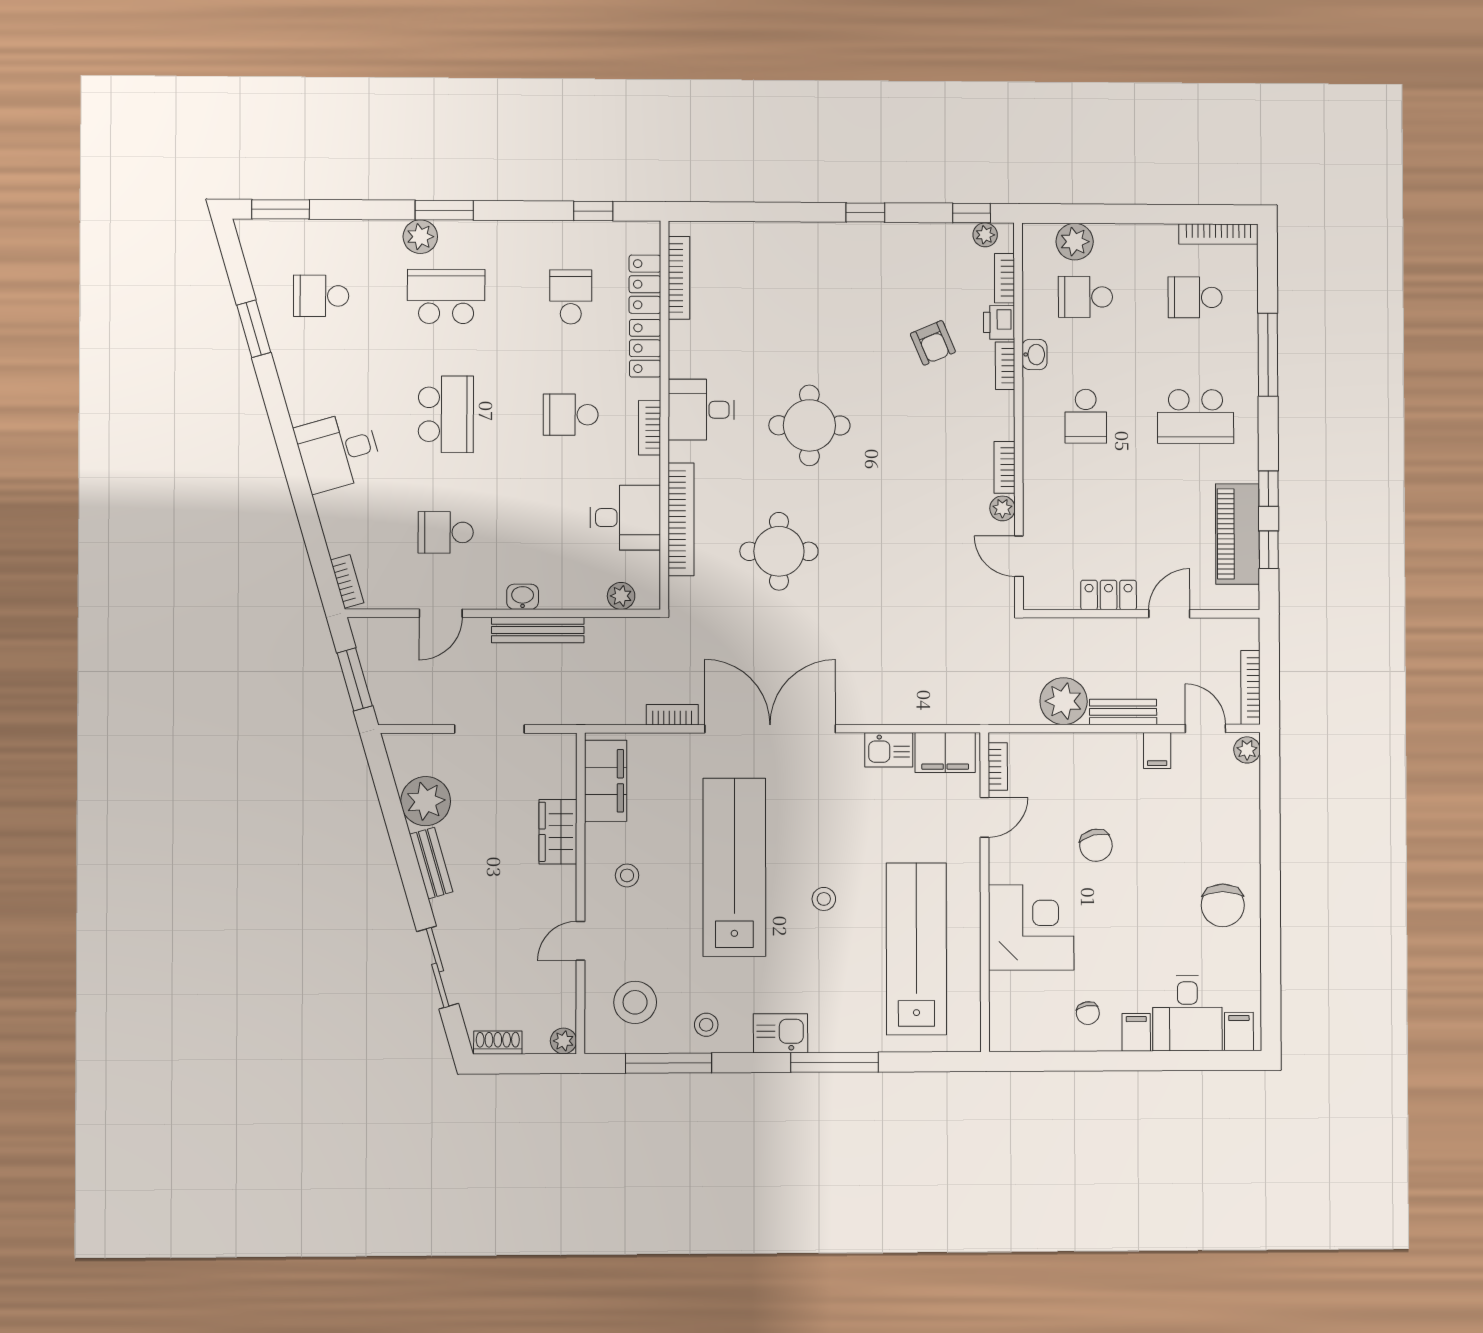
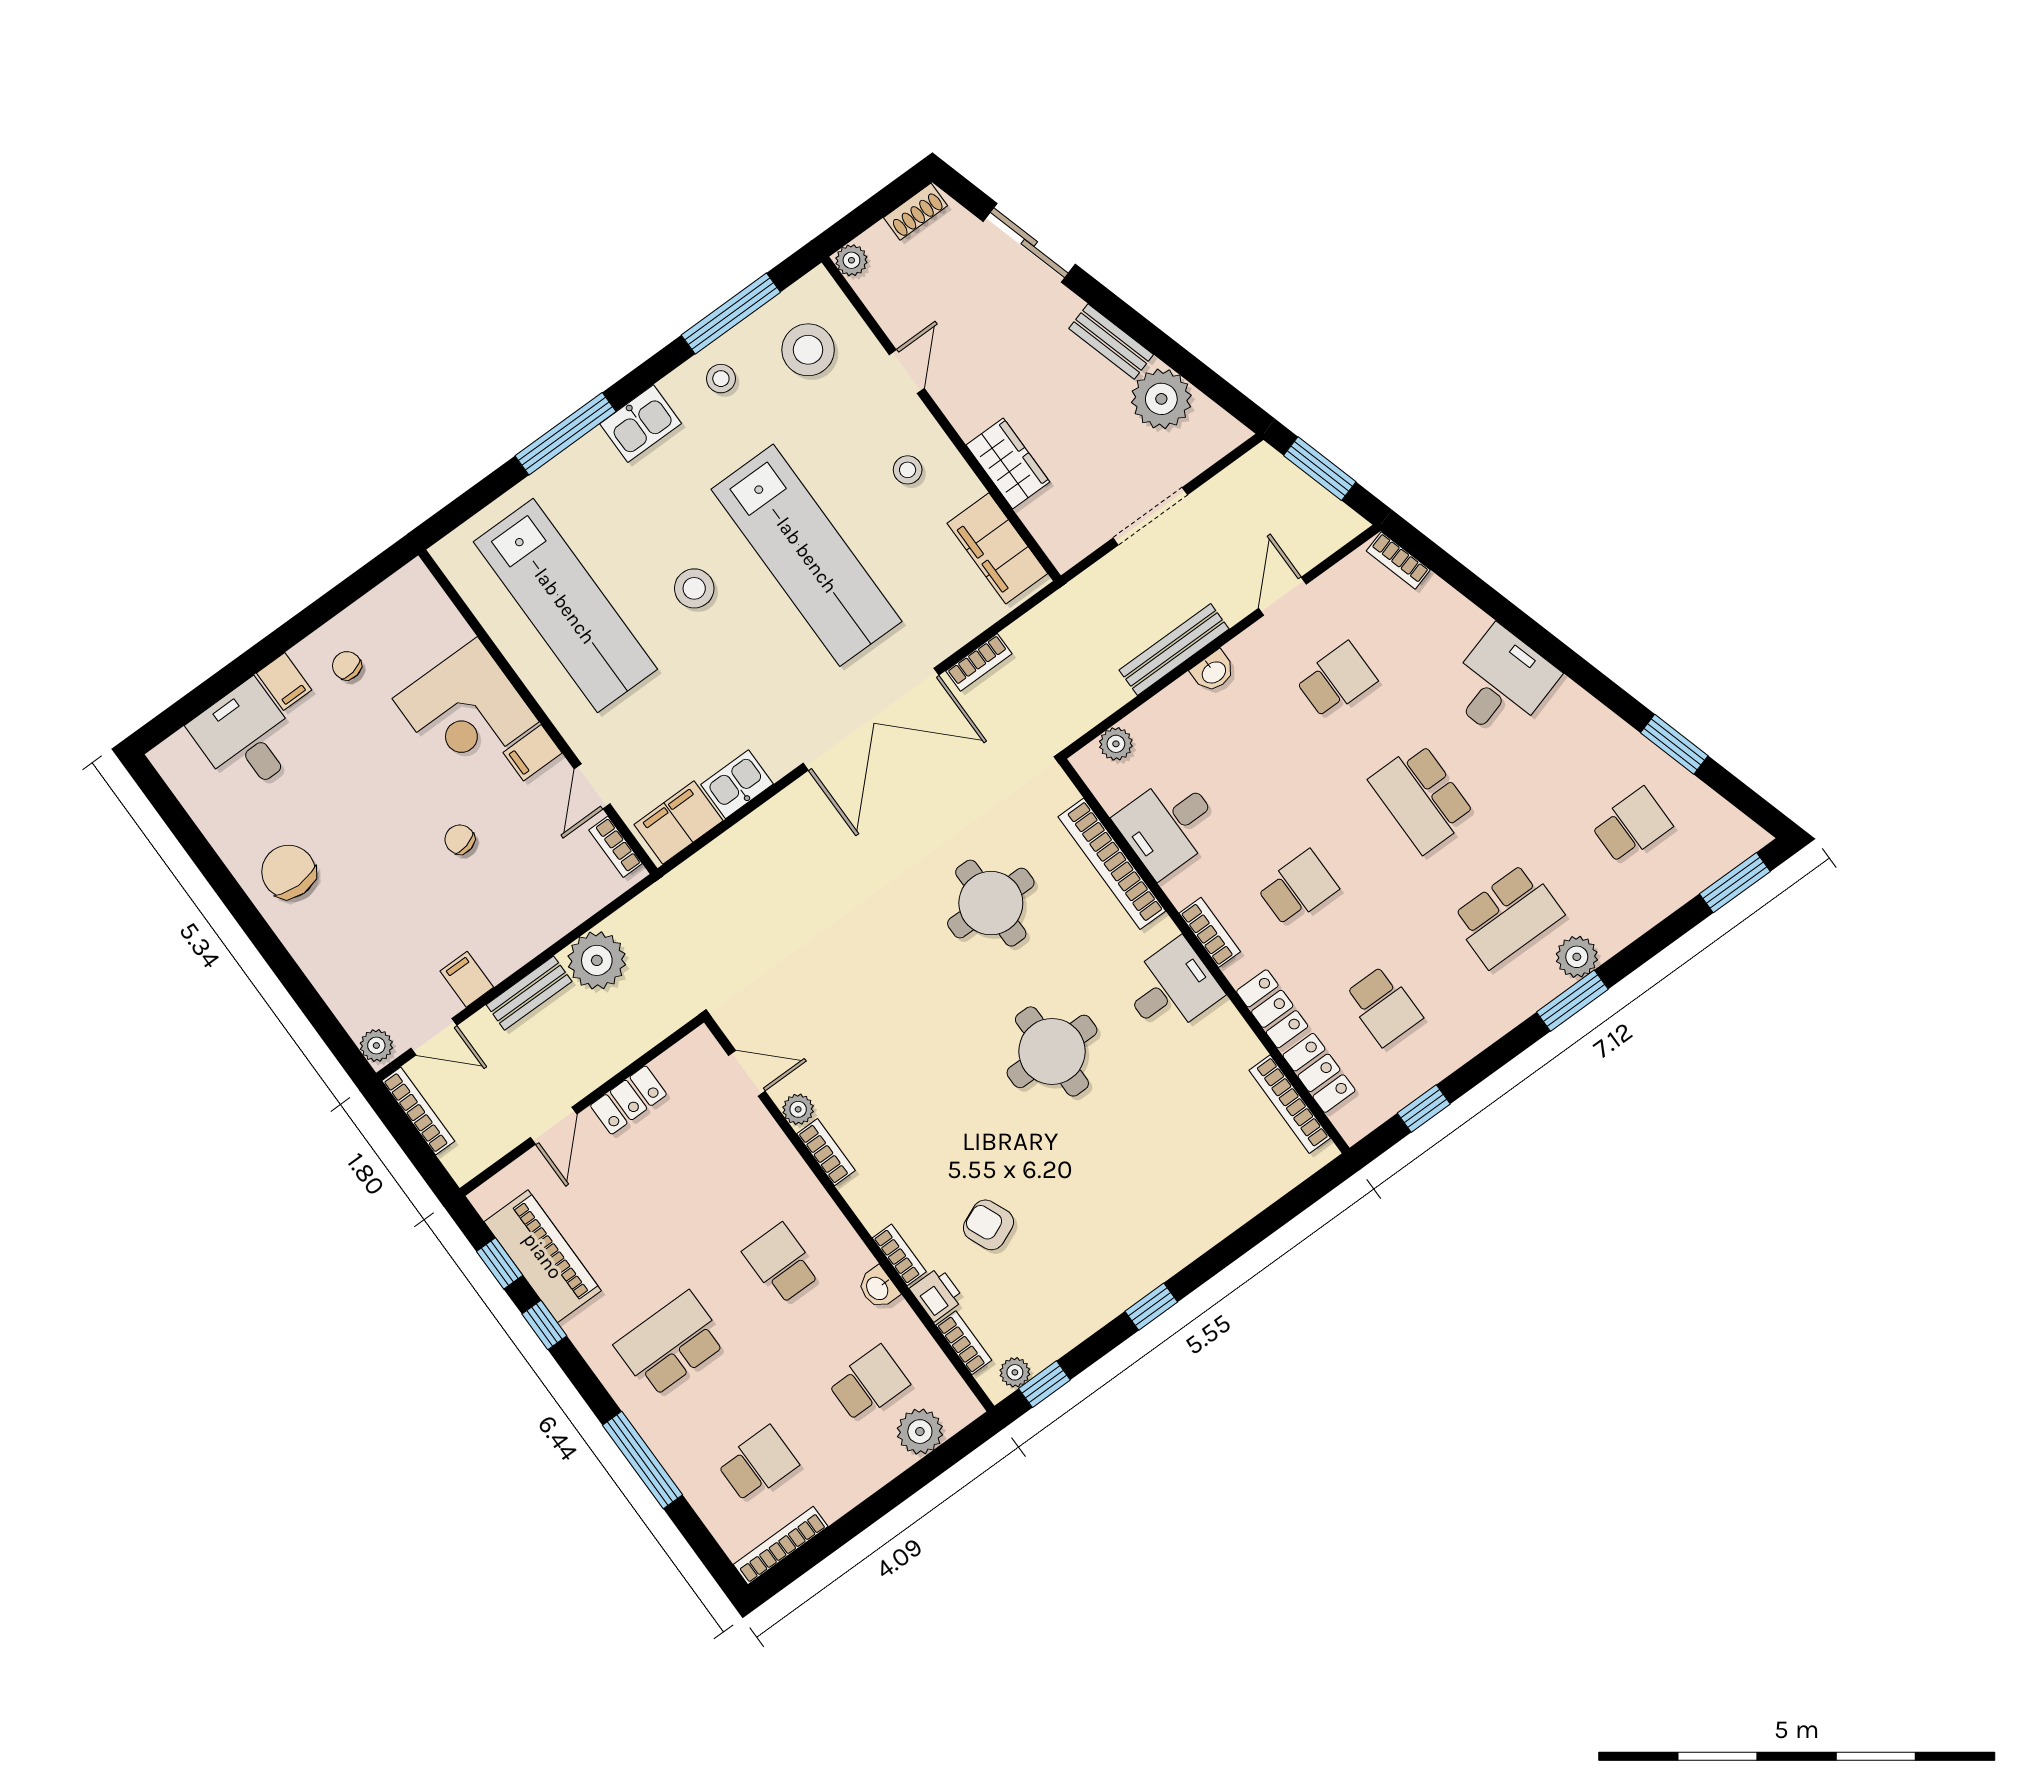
chair: (1096, 845) -> (460, 839), width x0.73, depth x0.73
stool: (824, 899) -> (694, 588), width x1.37, depth x1.37
filing cabinet: (1239, 1031) -> (532, 753), moved, turned 90

